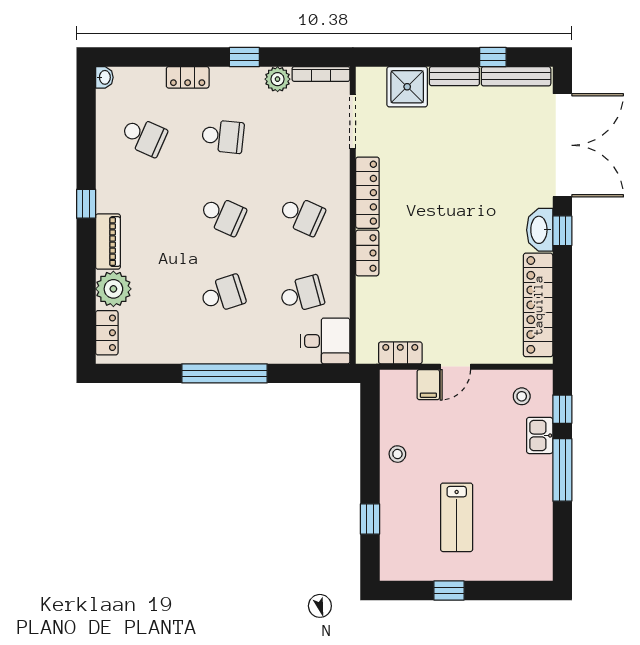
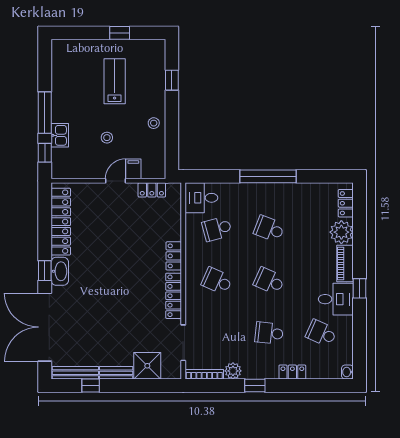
desk: (122, 188) -> (336, 299), added
school desk: (223, 294) -> (269, 229), turned 39
stool: (522, 396) -> (107, 138), moved

